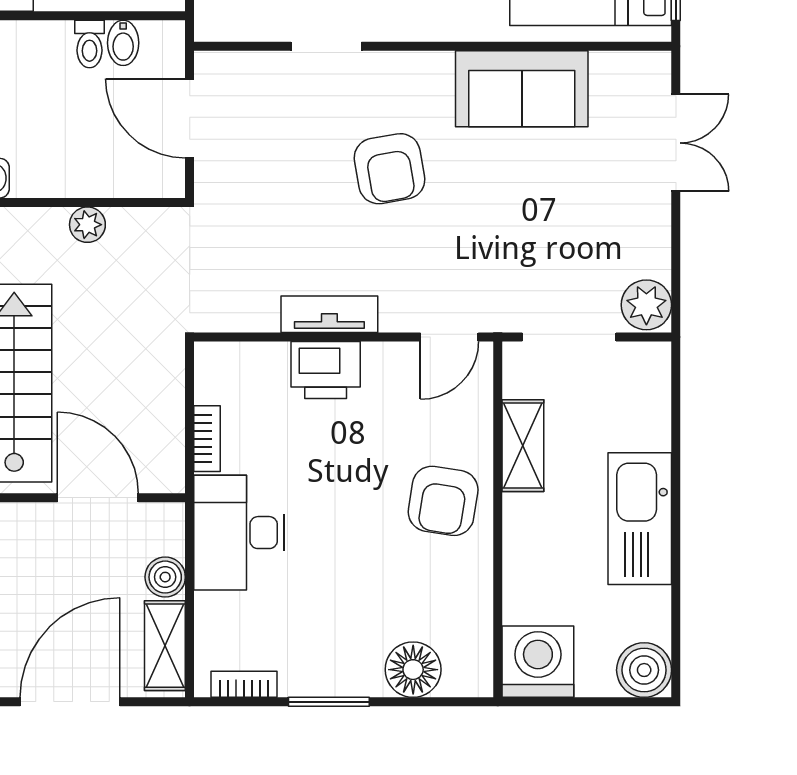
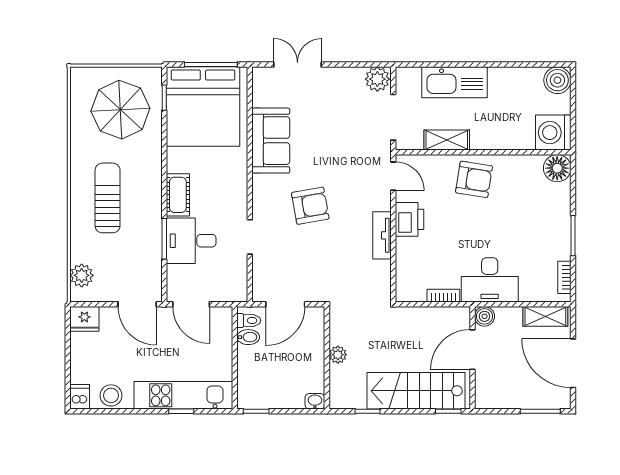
toilet: (90, 44) -> (249, 320), moved
printer: (326, 370) -> (409, 219), moved
kitchen sink: (640, 519) -> (455, 82), moved
boiler: (165, 577) -> (484, 316), moved
floor lamp: (413, 670) -> (557, 168), moved

